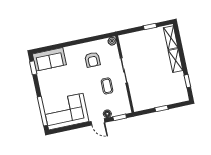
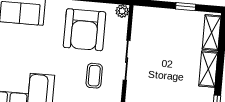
armchair: (93, 60) -> (85, 30), width x1.88, depth x1.88

